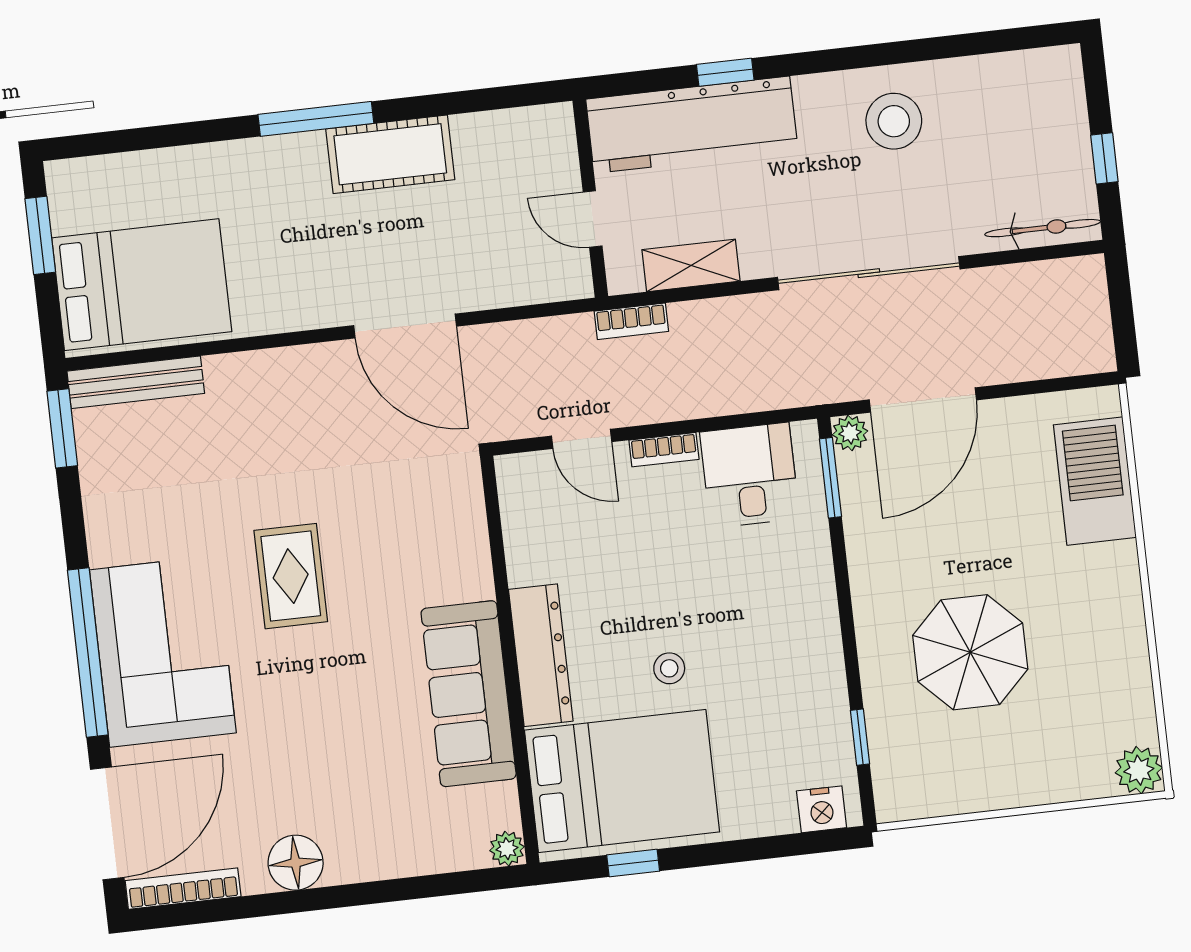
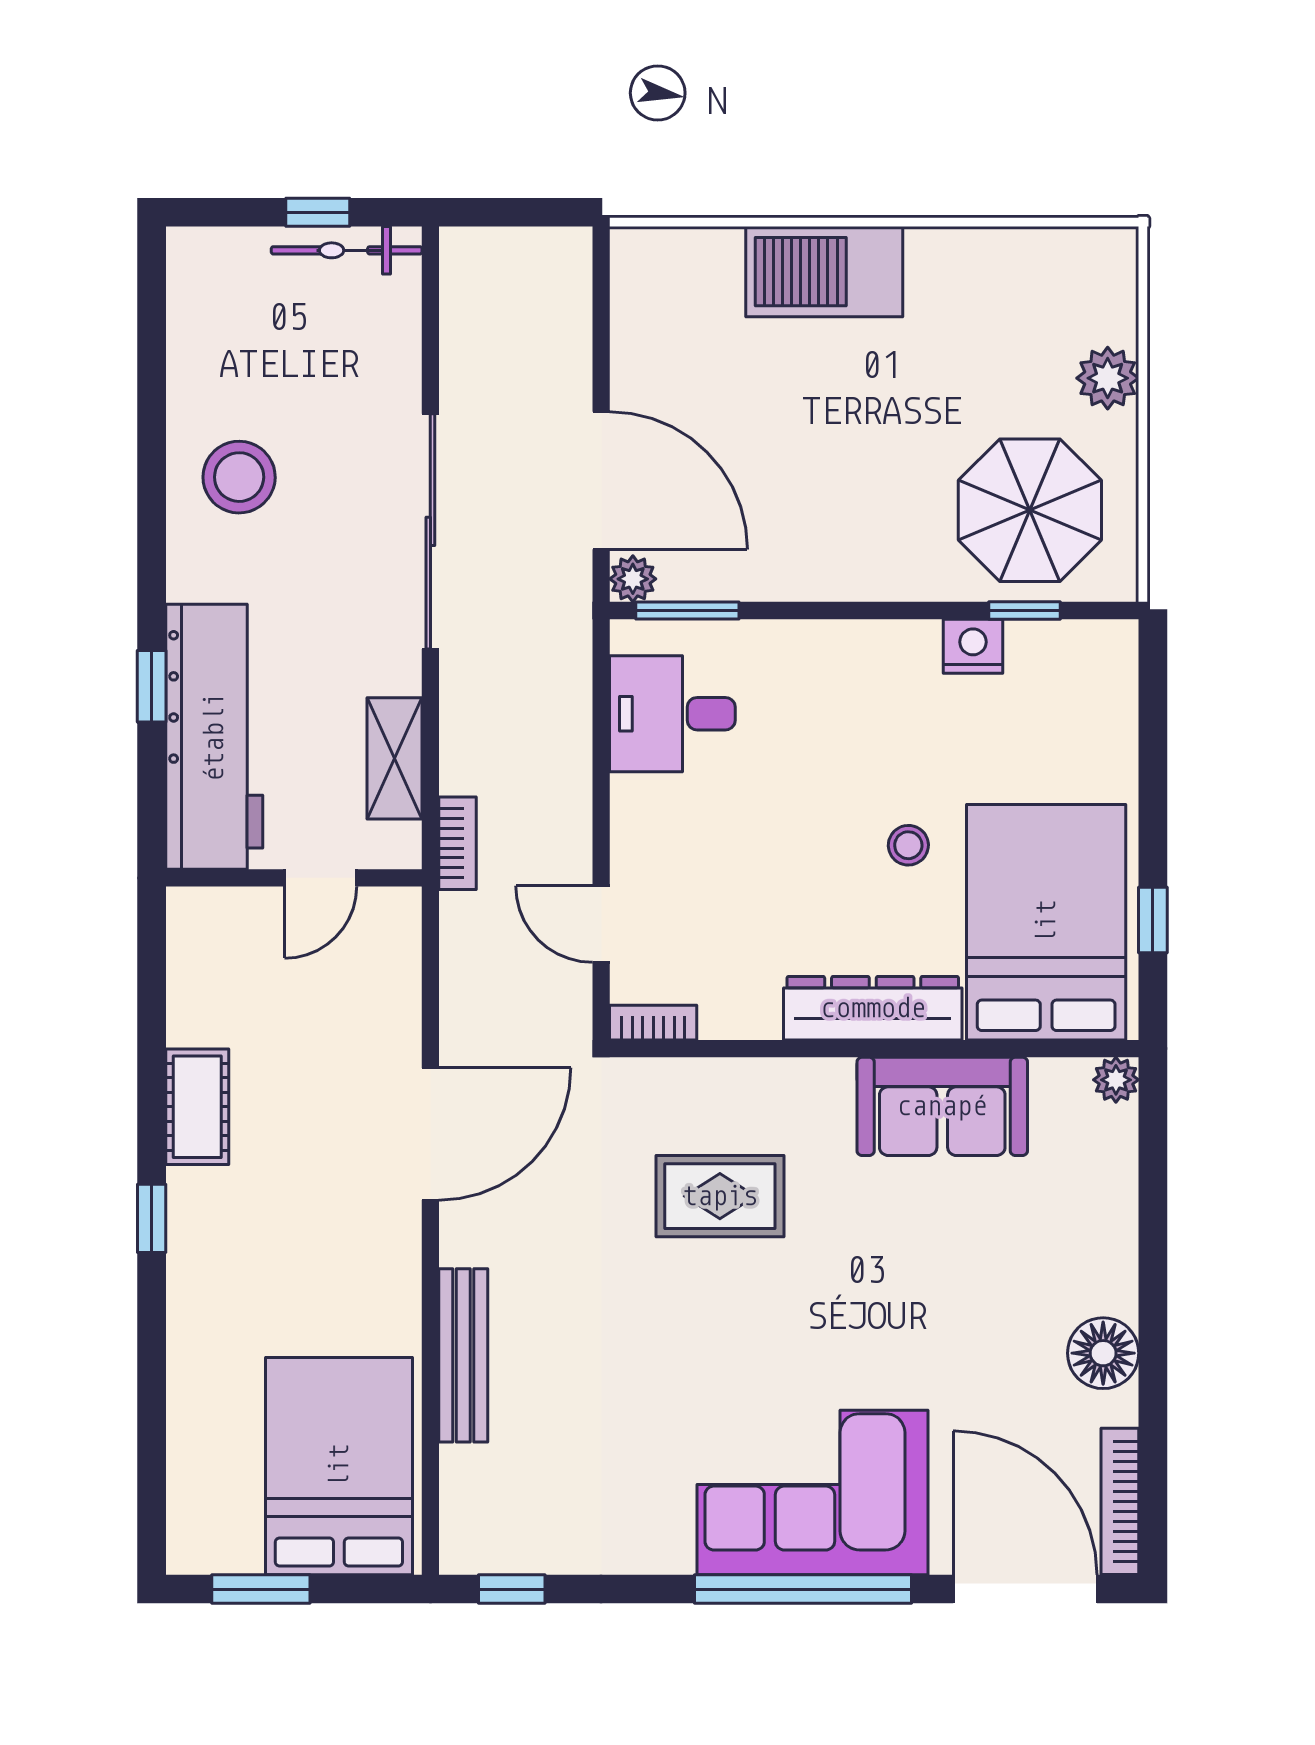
window: (316, 119) -> (152, 1218), width x0.46
cot: (390, 154) -> (197, 1107), width x0.73, depth x0.75
bicycle: (1043, 228) -> (347, 250), moved, turned -90
bench: (136, 382) -> (463, 1355), moved
window: (62, 428) -> (512, 1589), width x0.67
door: (582, 439) -> (601, 924), swing flipped
bookcase: (664, 450) -> (653, 1023), moved, turned -90
barbecue: (1095, 481) -> (824, 272), moved
rug: (291, 576) -> (720, 1196), moved
parasol: (970, 652) -> (1030, 510), moved
sofa: (469, 694) -> (942, 1106), width x0.73
plant: (1139, 770) -> (1108, 378), moved
nightstand: (822, 809) -> (973, 646), moved, turned -90

